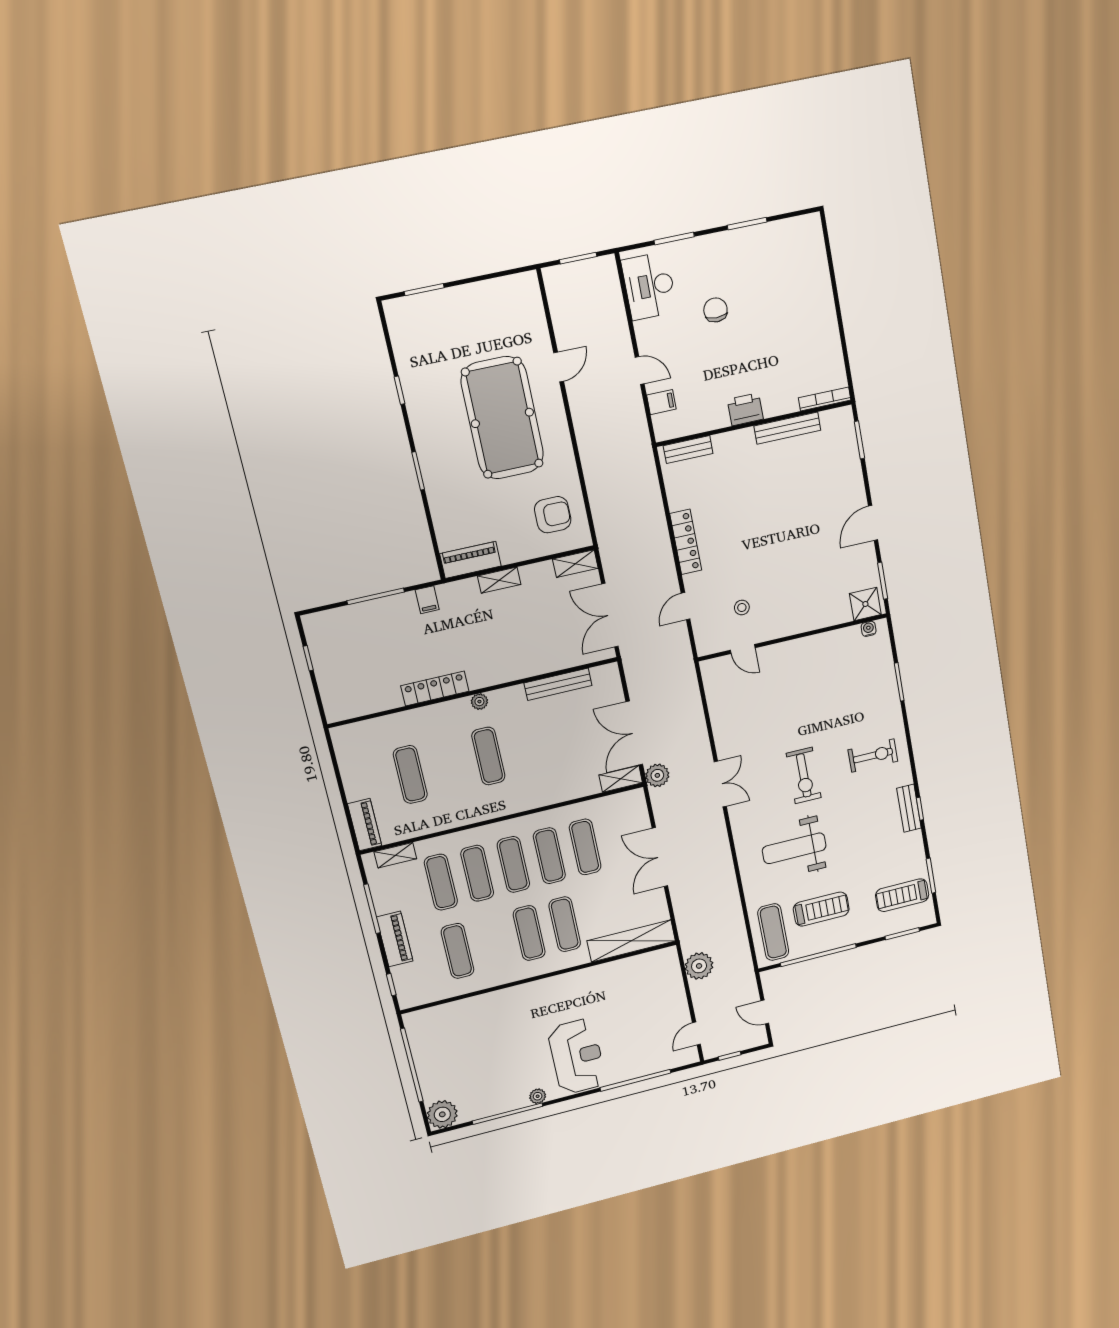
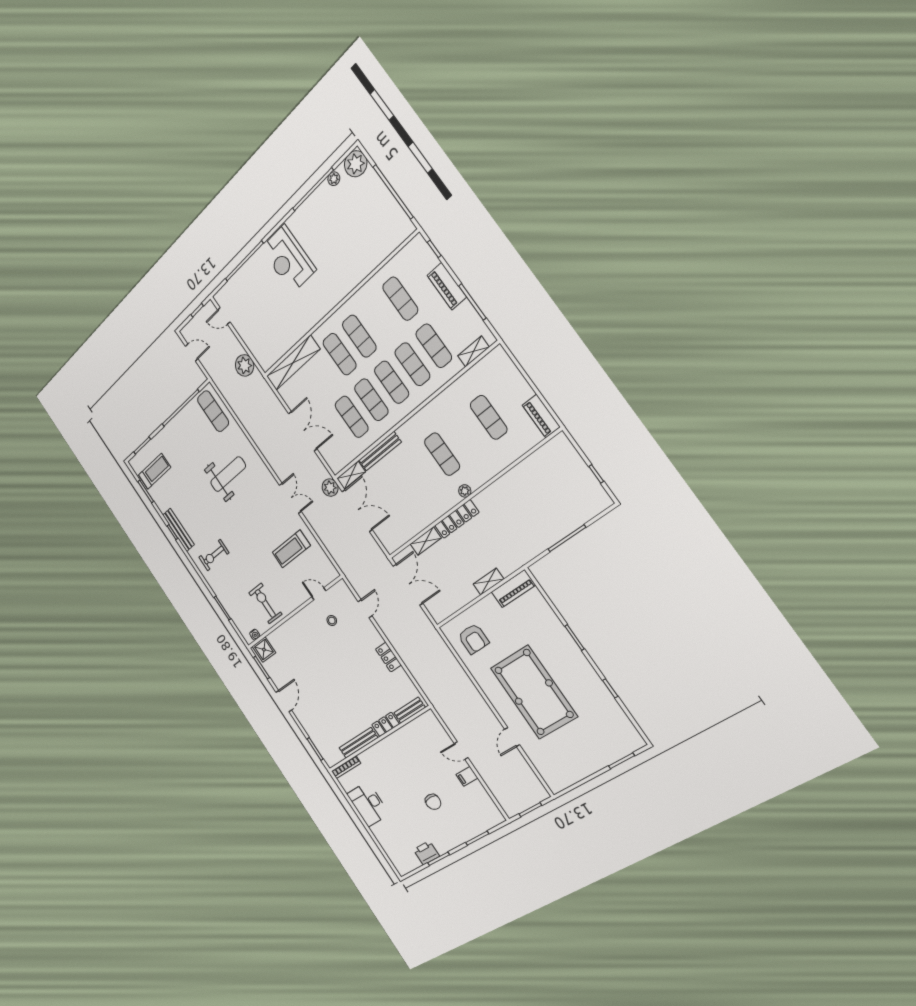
desk: (649, 286) -> (368, 804), moved, turned 180
filing cabinet: (661, 402) -> (467, 776), moved
printer: (745, 409) -> (426, 853), moved, turned 180
locker: (733, 441) -> (386, 724), added
armchair: (553, 515) -> (473, 639), turned -90
locker: (686, 542) -> (388, 657), width x0.66
shelving: (575, 564) -> (426, 541), moved
filing cabinet: (427, 600) -> (530, 550), removed
bench: (558, 684) -> (380, 451), moved
locker: (435, 688) -> (457, 519), moved
exercise bike: (804, 775) -> (265, 603), moved
double door: (720, 784) -> (290, 498), swing flipped
bench: (909, 808) -> (178, 530), width x1.36
piano: (365, 825) -> (541, 416), moved
treadmill: (821, 909) -> (291, 549), moved
door: (696, 1033) -> (224, 316), swing flipped
plant: (538, 1096) -> (334, 179), moved

